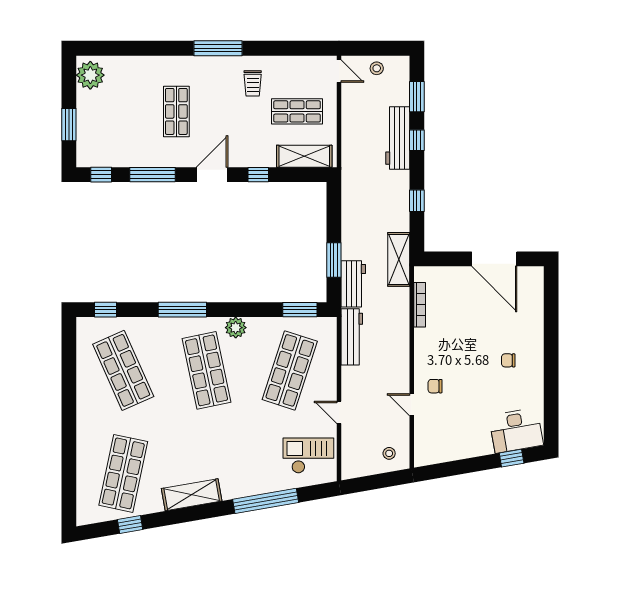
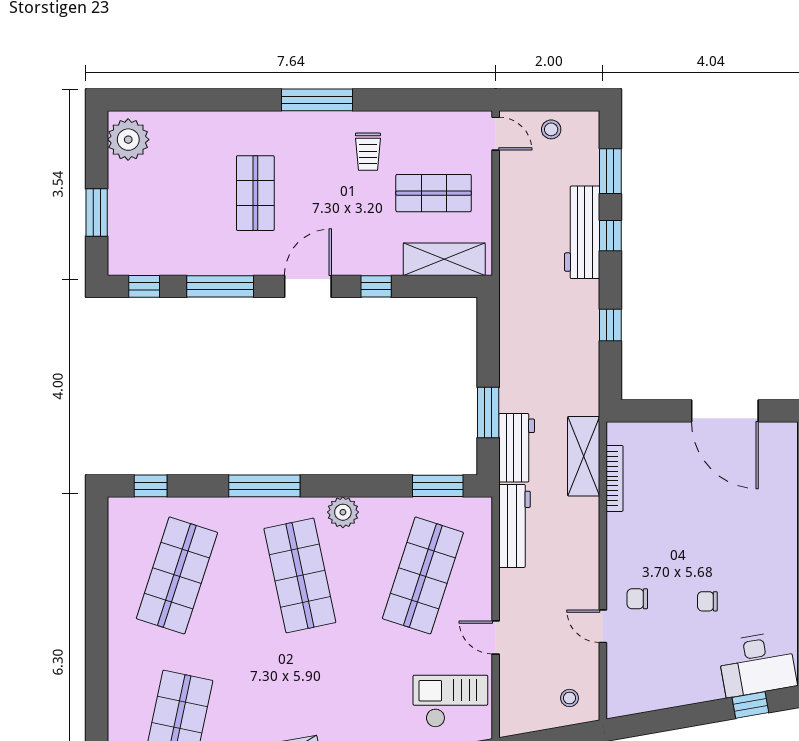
shelving: (399, 259) -> (584, 456), moved
chair: (508, 360) -> (707, 601), moved
shop shelf: (123, 370) -> (177, 575), turned 42

